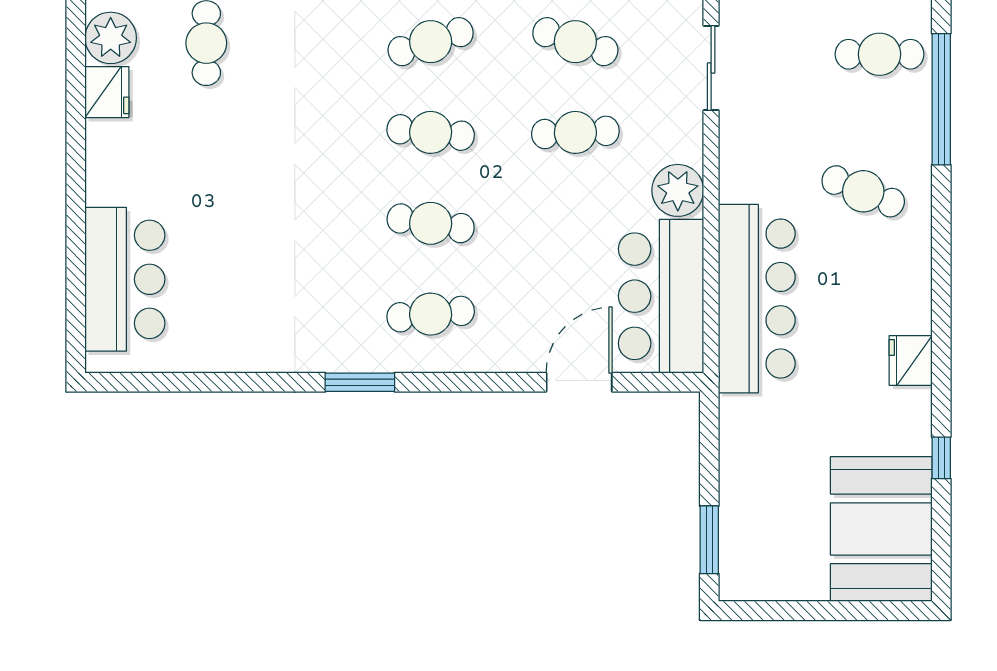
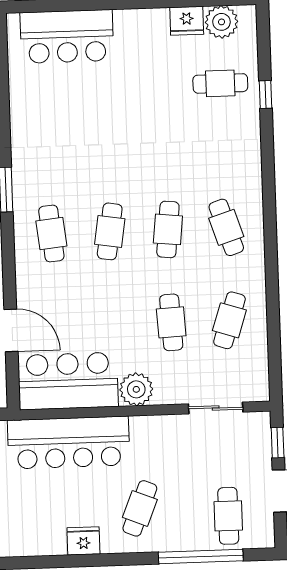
fridge: (911, 360) -> (83, 541), moved

